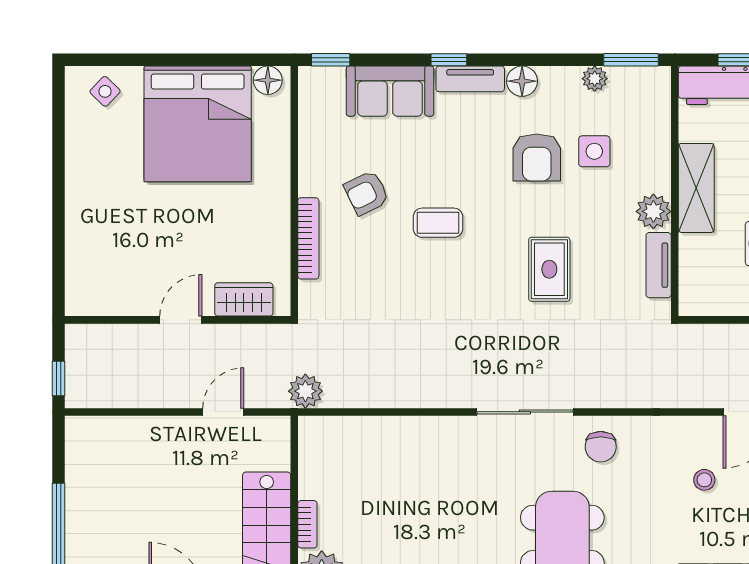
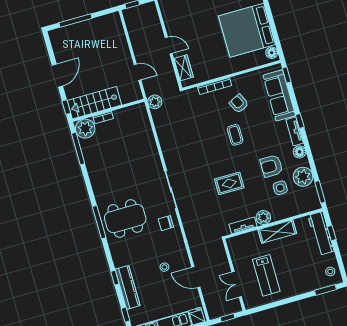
plant: (595, 79) -> (303, 177), width x1.87, depth x1.87
sofa: (390, 91) -> (279, 95), width x1.36

